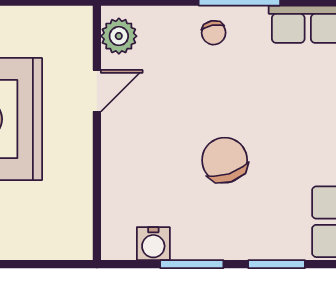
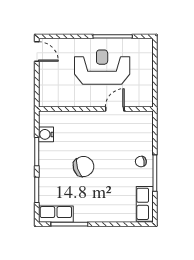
plant: (119, 36) -> (139, 119), removed
door: (97, 91) -> (115, 109), swing flipped

